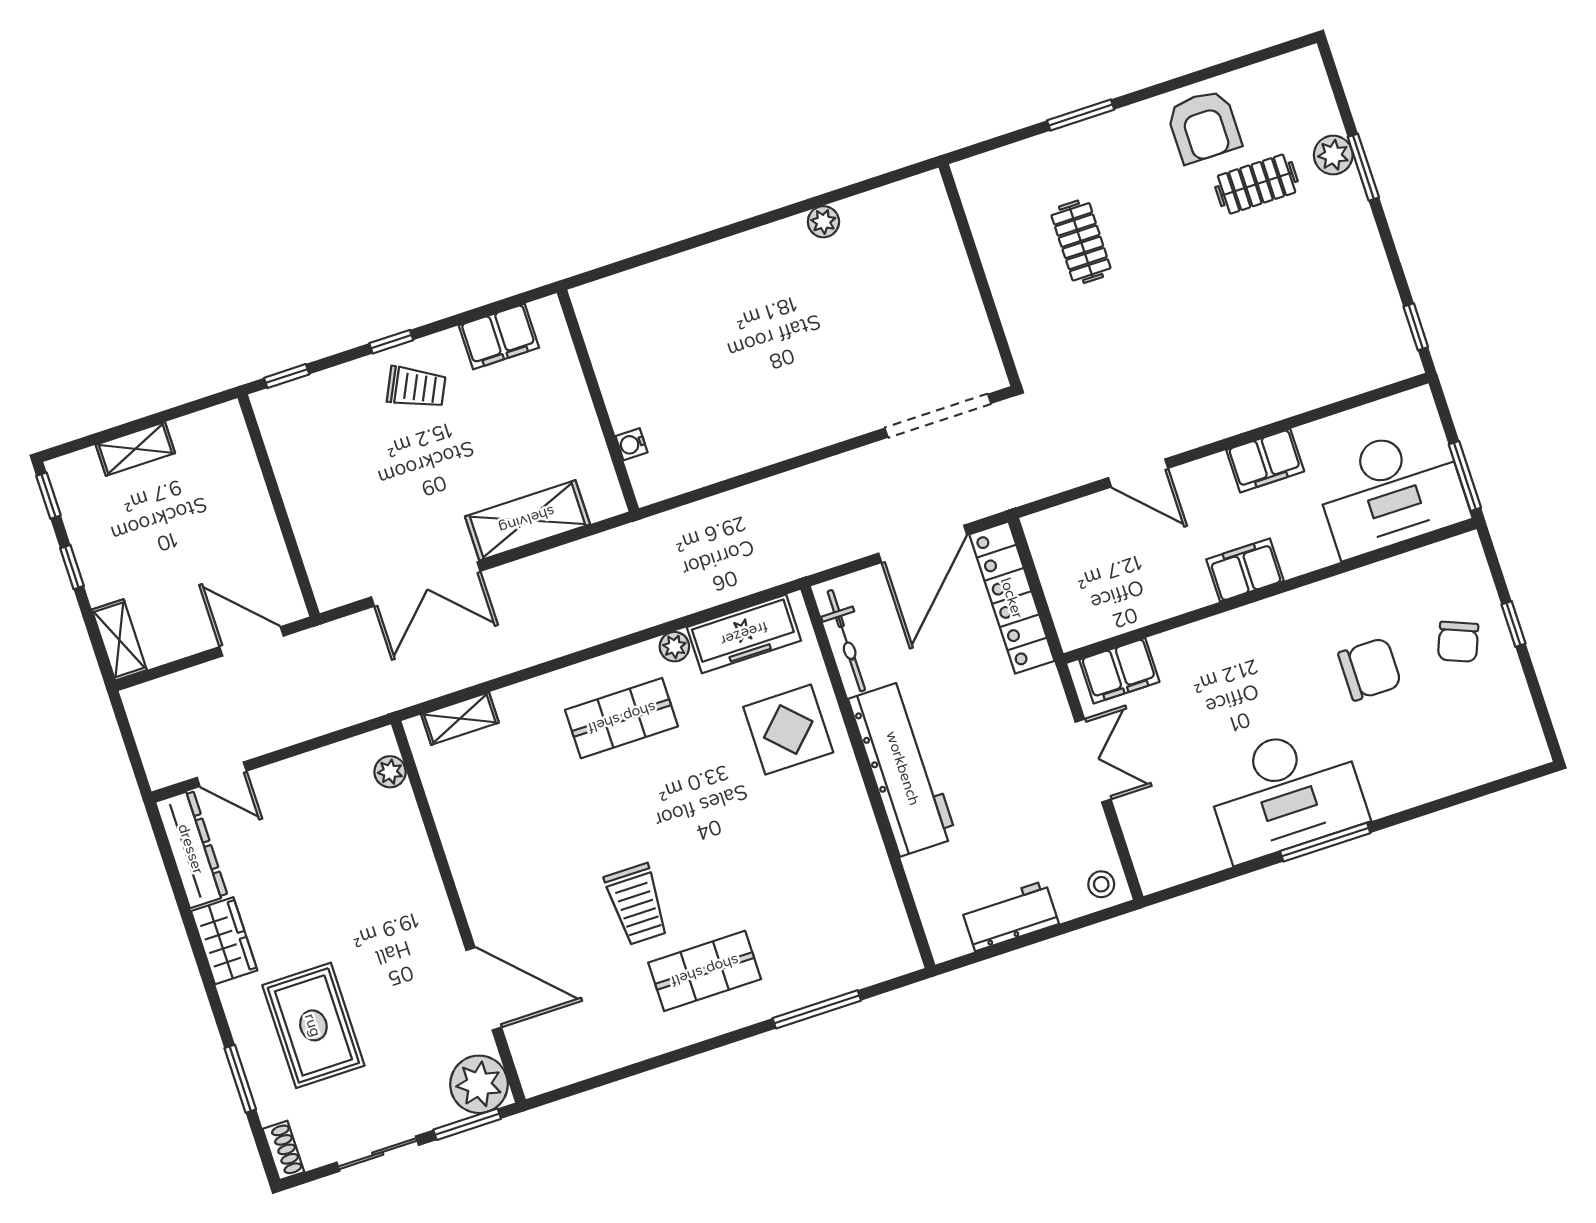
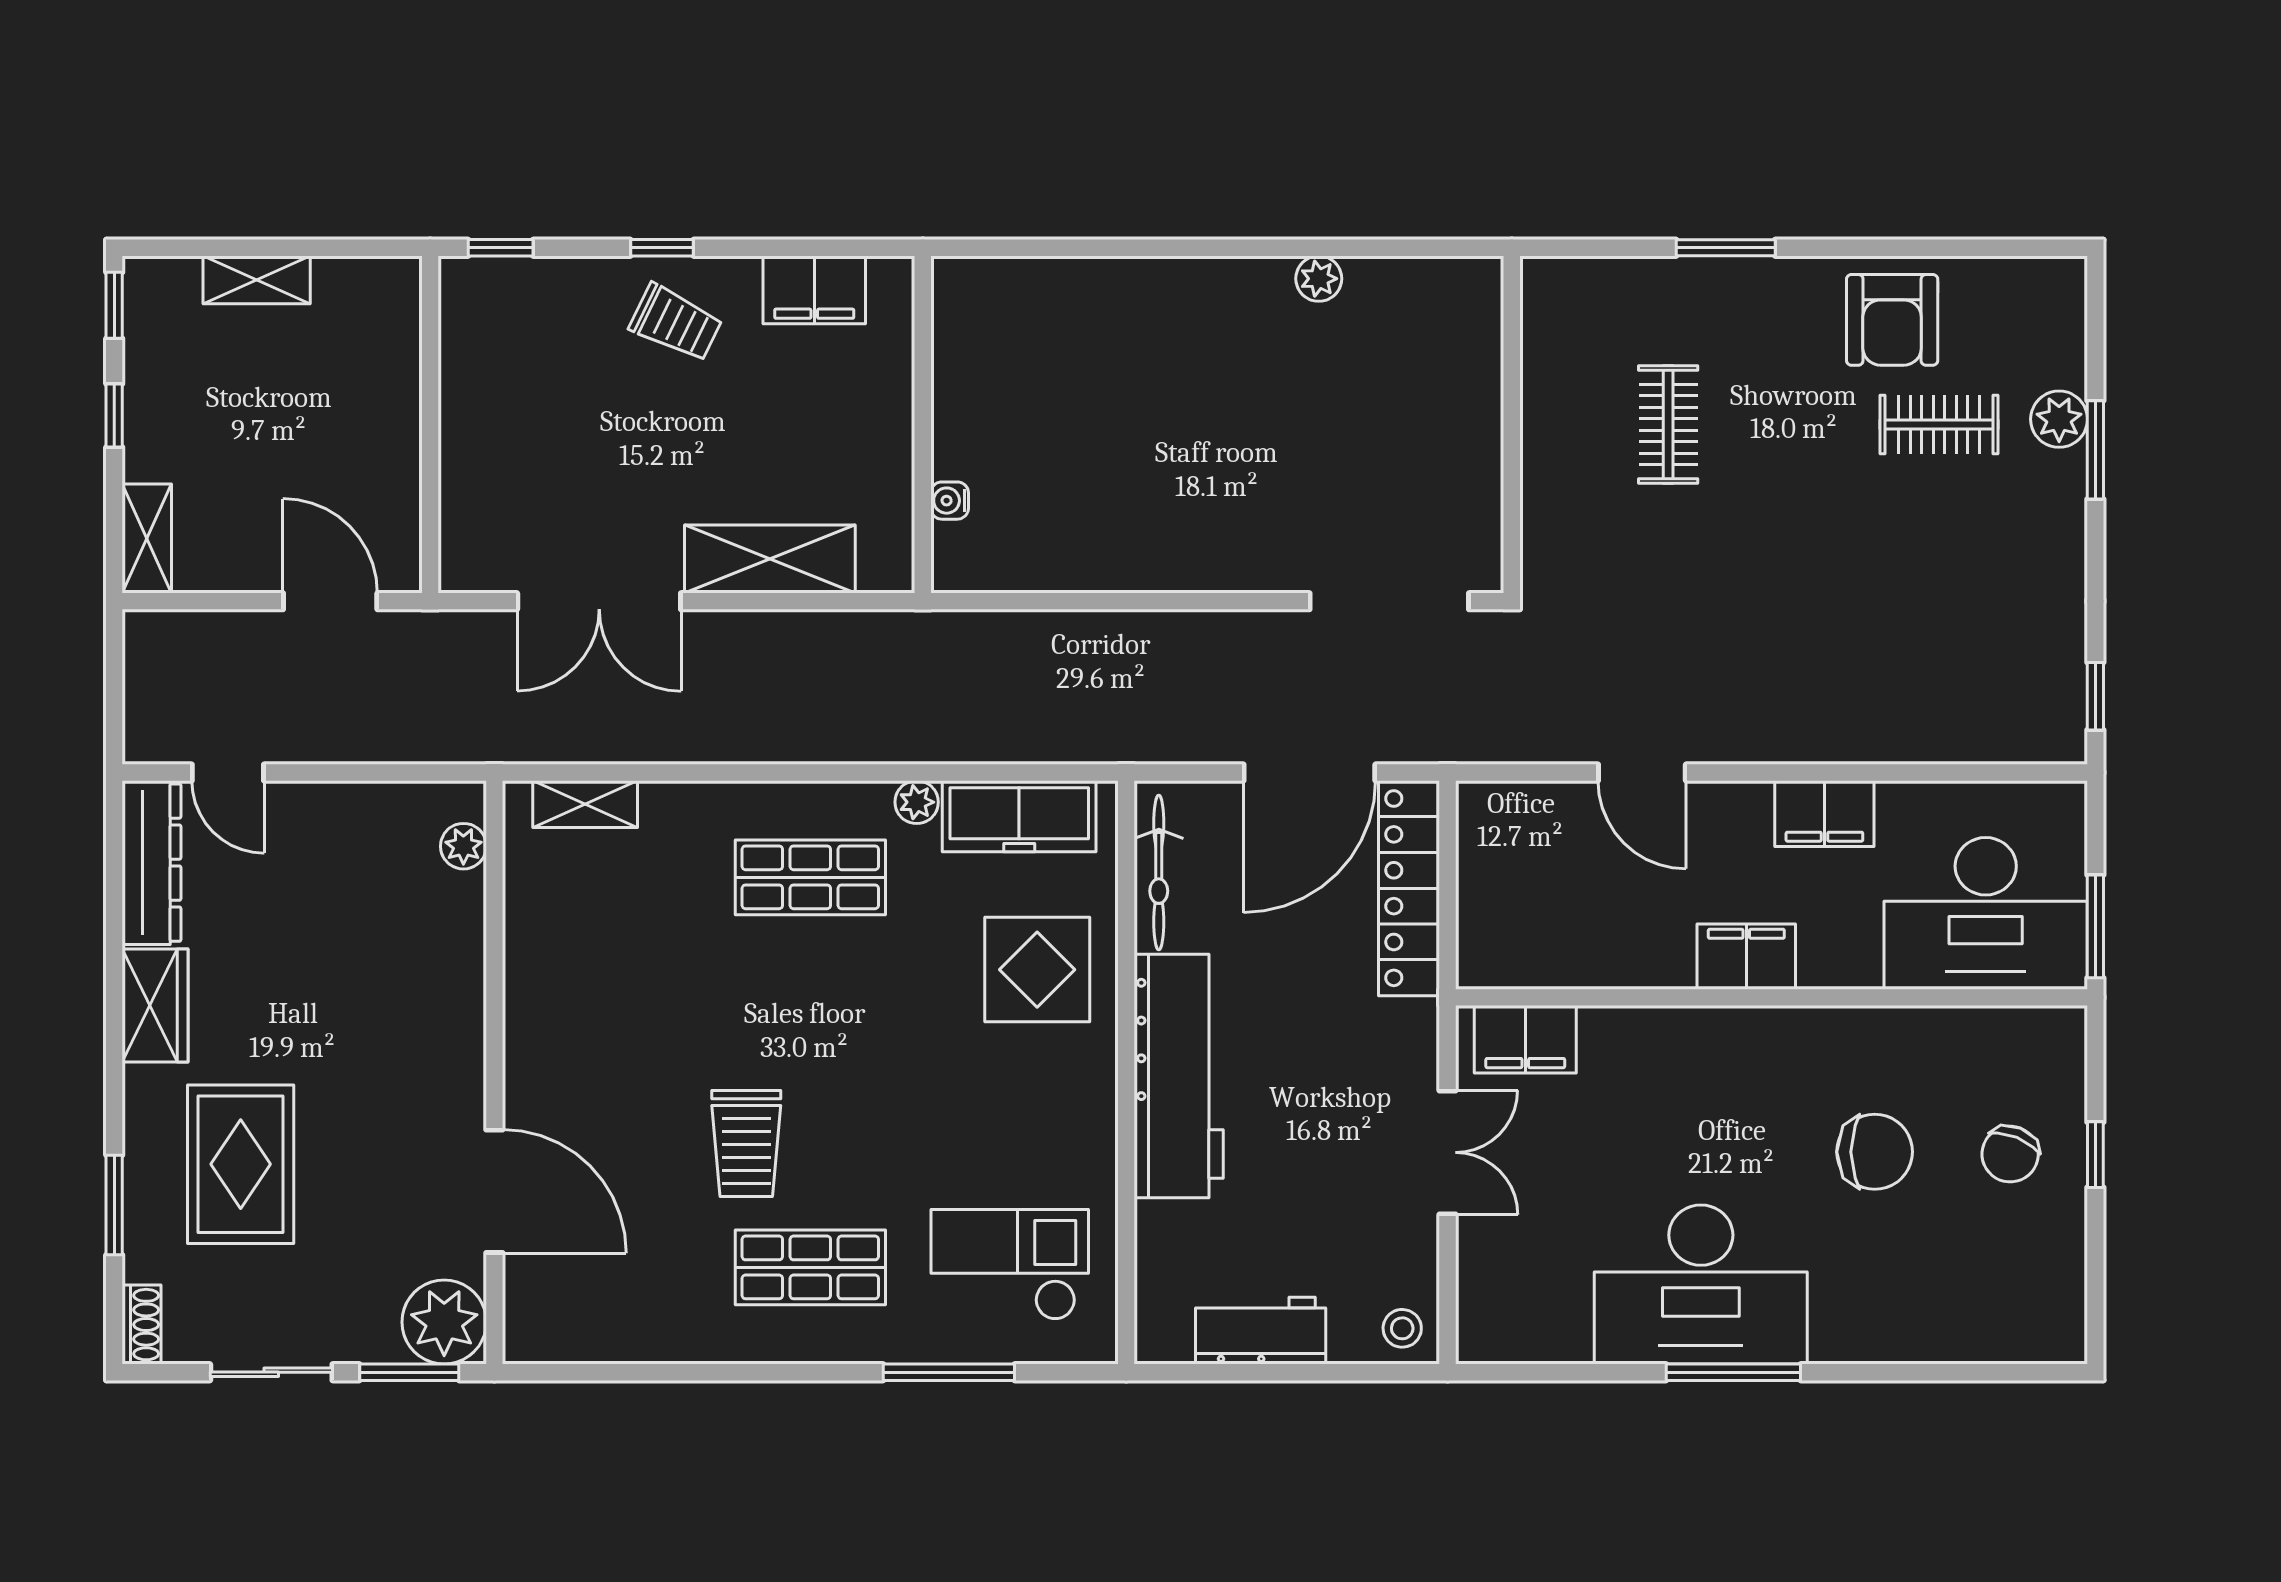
checkout: (833, 927) -> (1010, 1265), added

